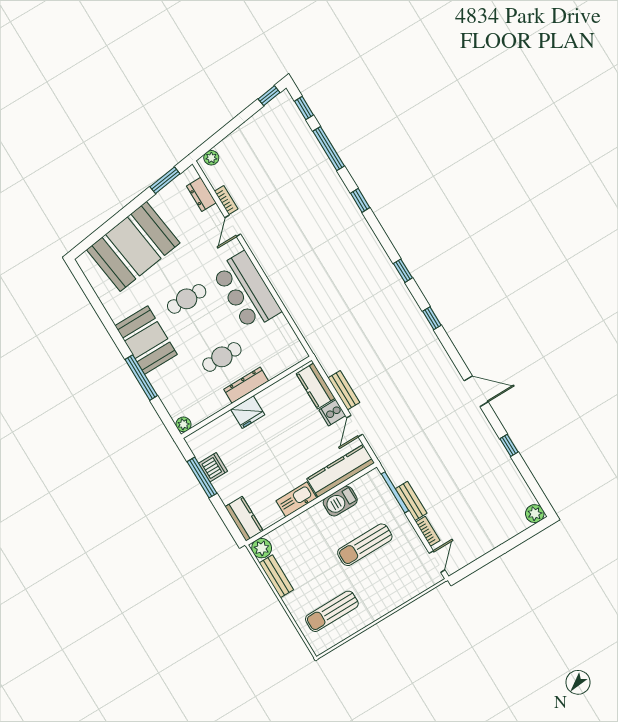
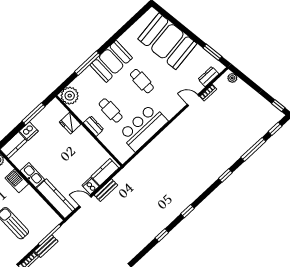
bar counter: (246, 291) -> (143, 128), moved
dresser: (246, 385) -> (94, 126), width x0.70
fridge: (248, 412) -> (70, 123), moved
plant: (183, 424) -> (70, 96), width x1.88, depth x1.88
dishwasher: (213, 467) -> (29, 131), moved
barbecue: (340, 501) -> (17, 181), moved

